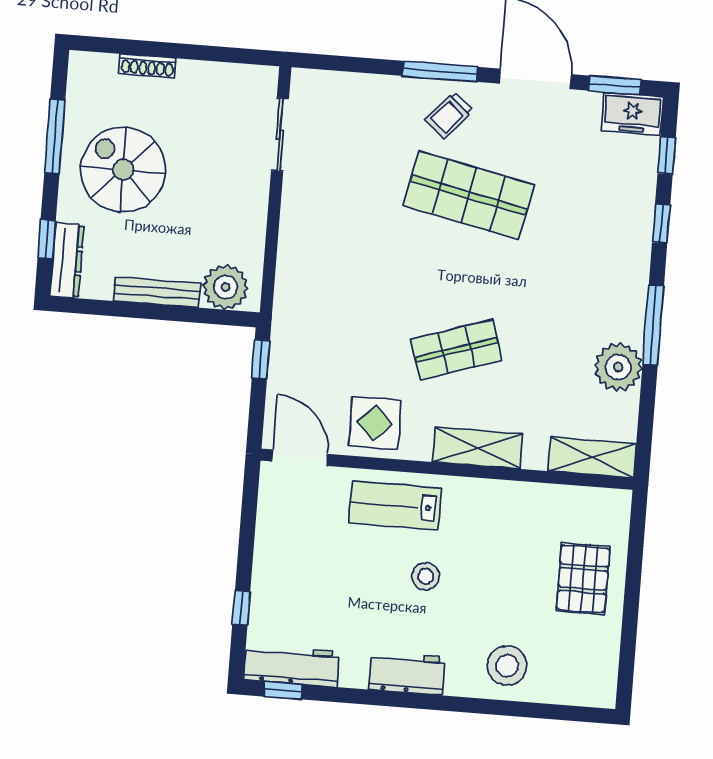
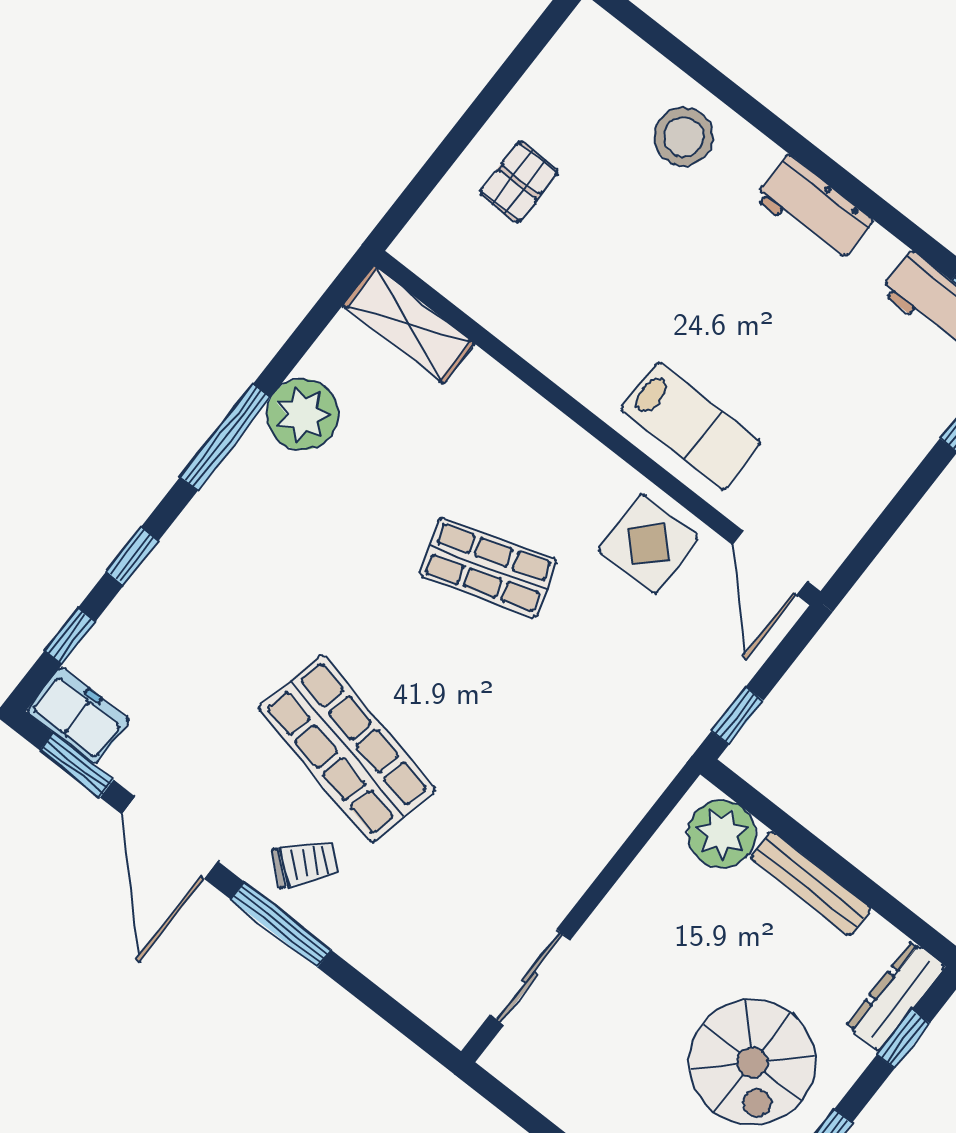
shelving: (478, 448) -> (542, 429), removed
stool: (426, 576) -> (711, 314), removed
pallet: (583, 579) -> (519, 182), width x0.67, depth x0.71

